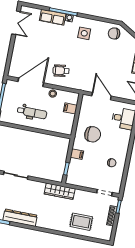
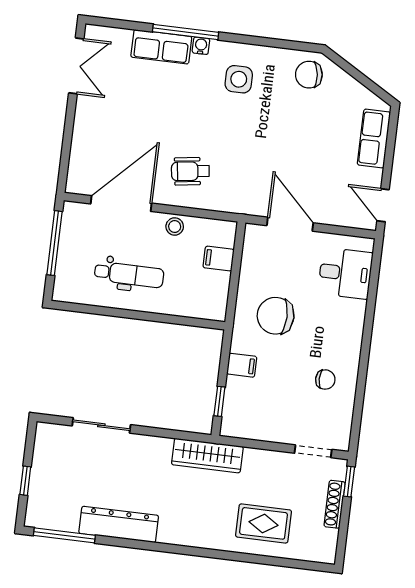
chair: (93, 134) -> (276, 316), turned 180

